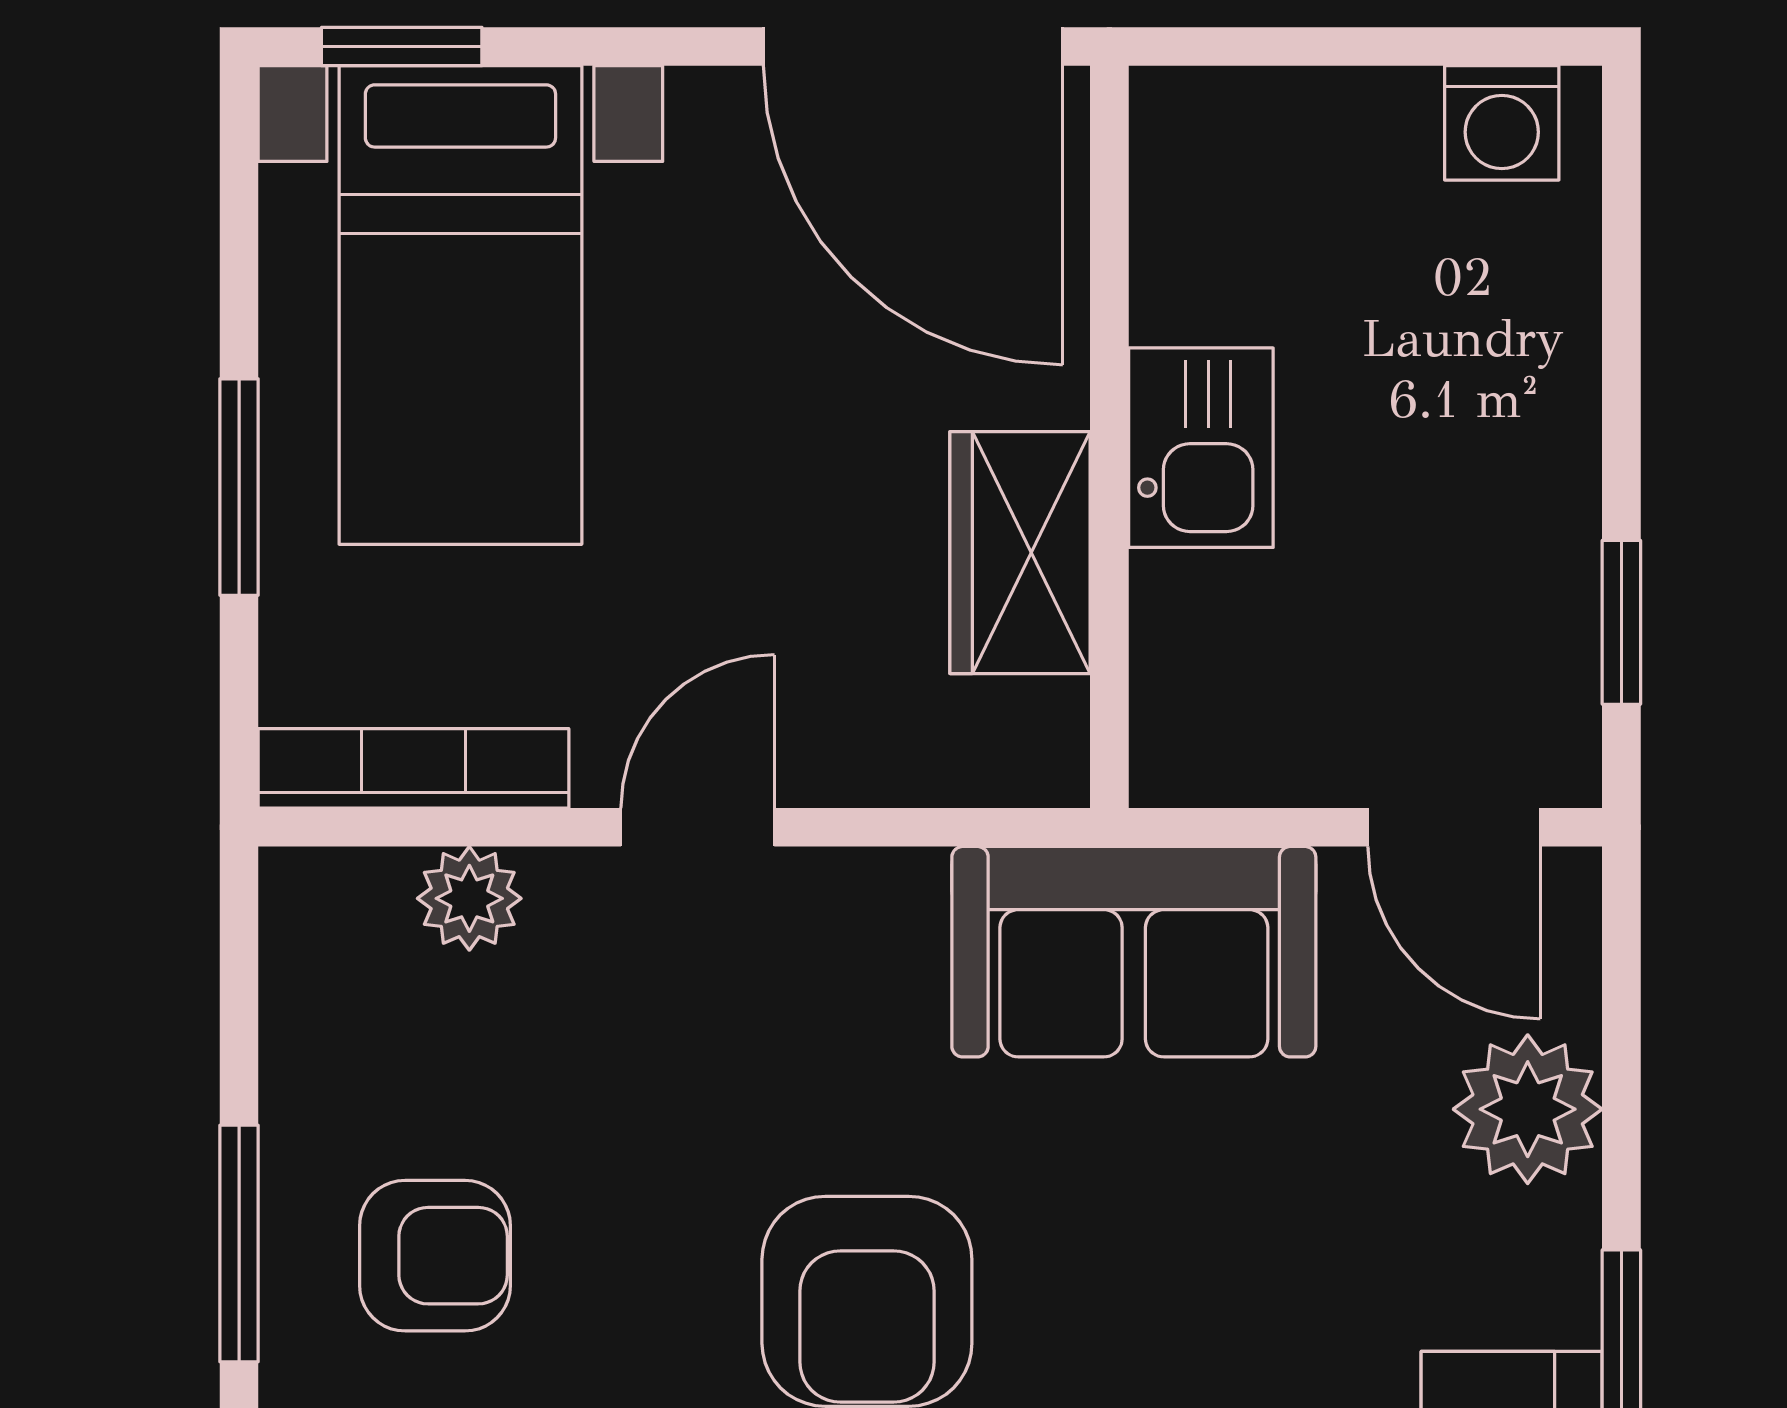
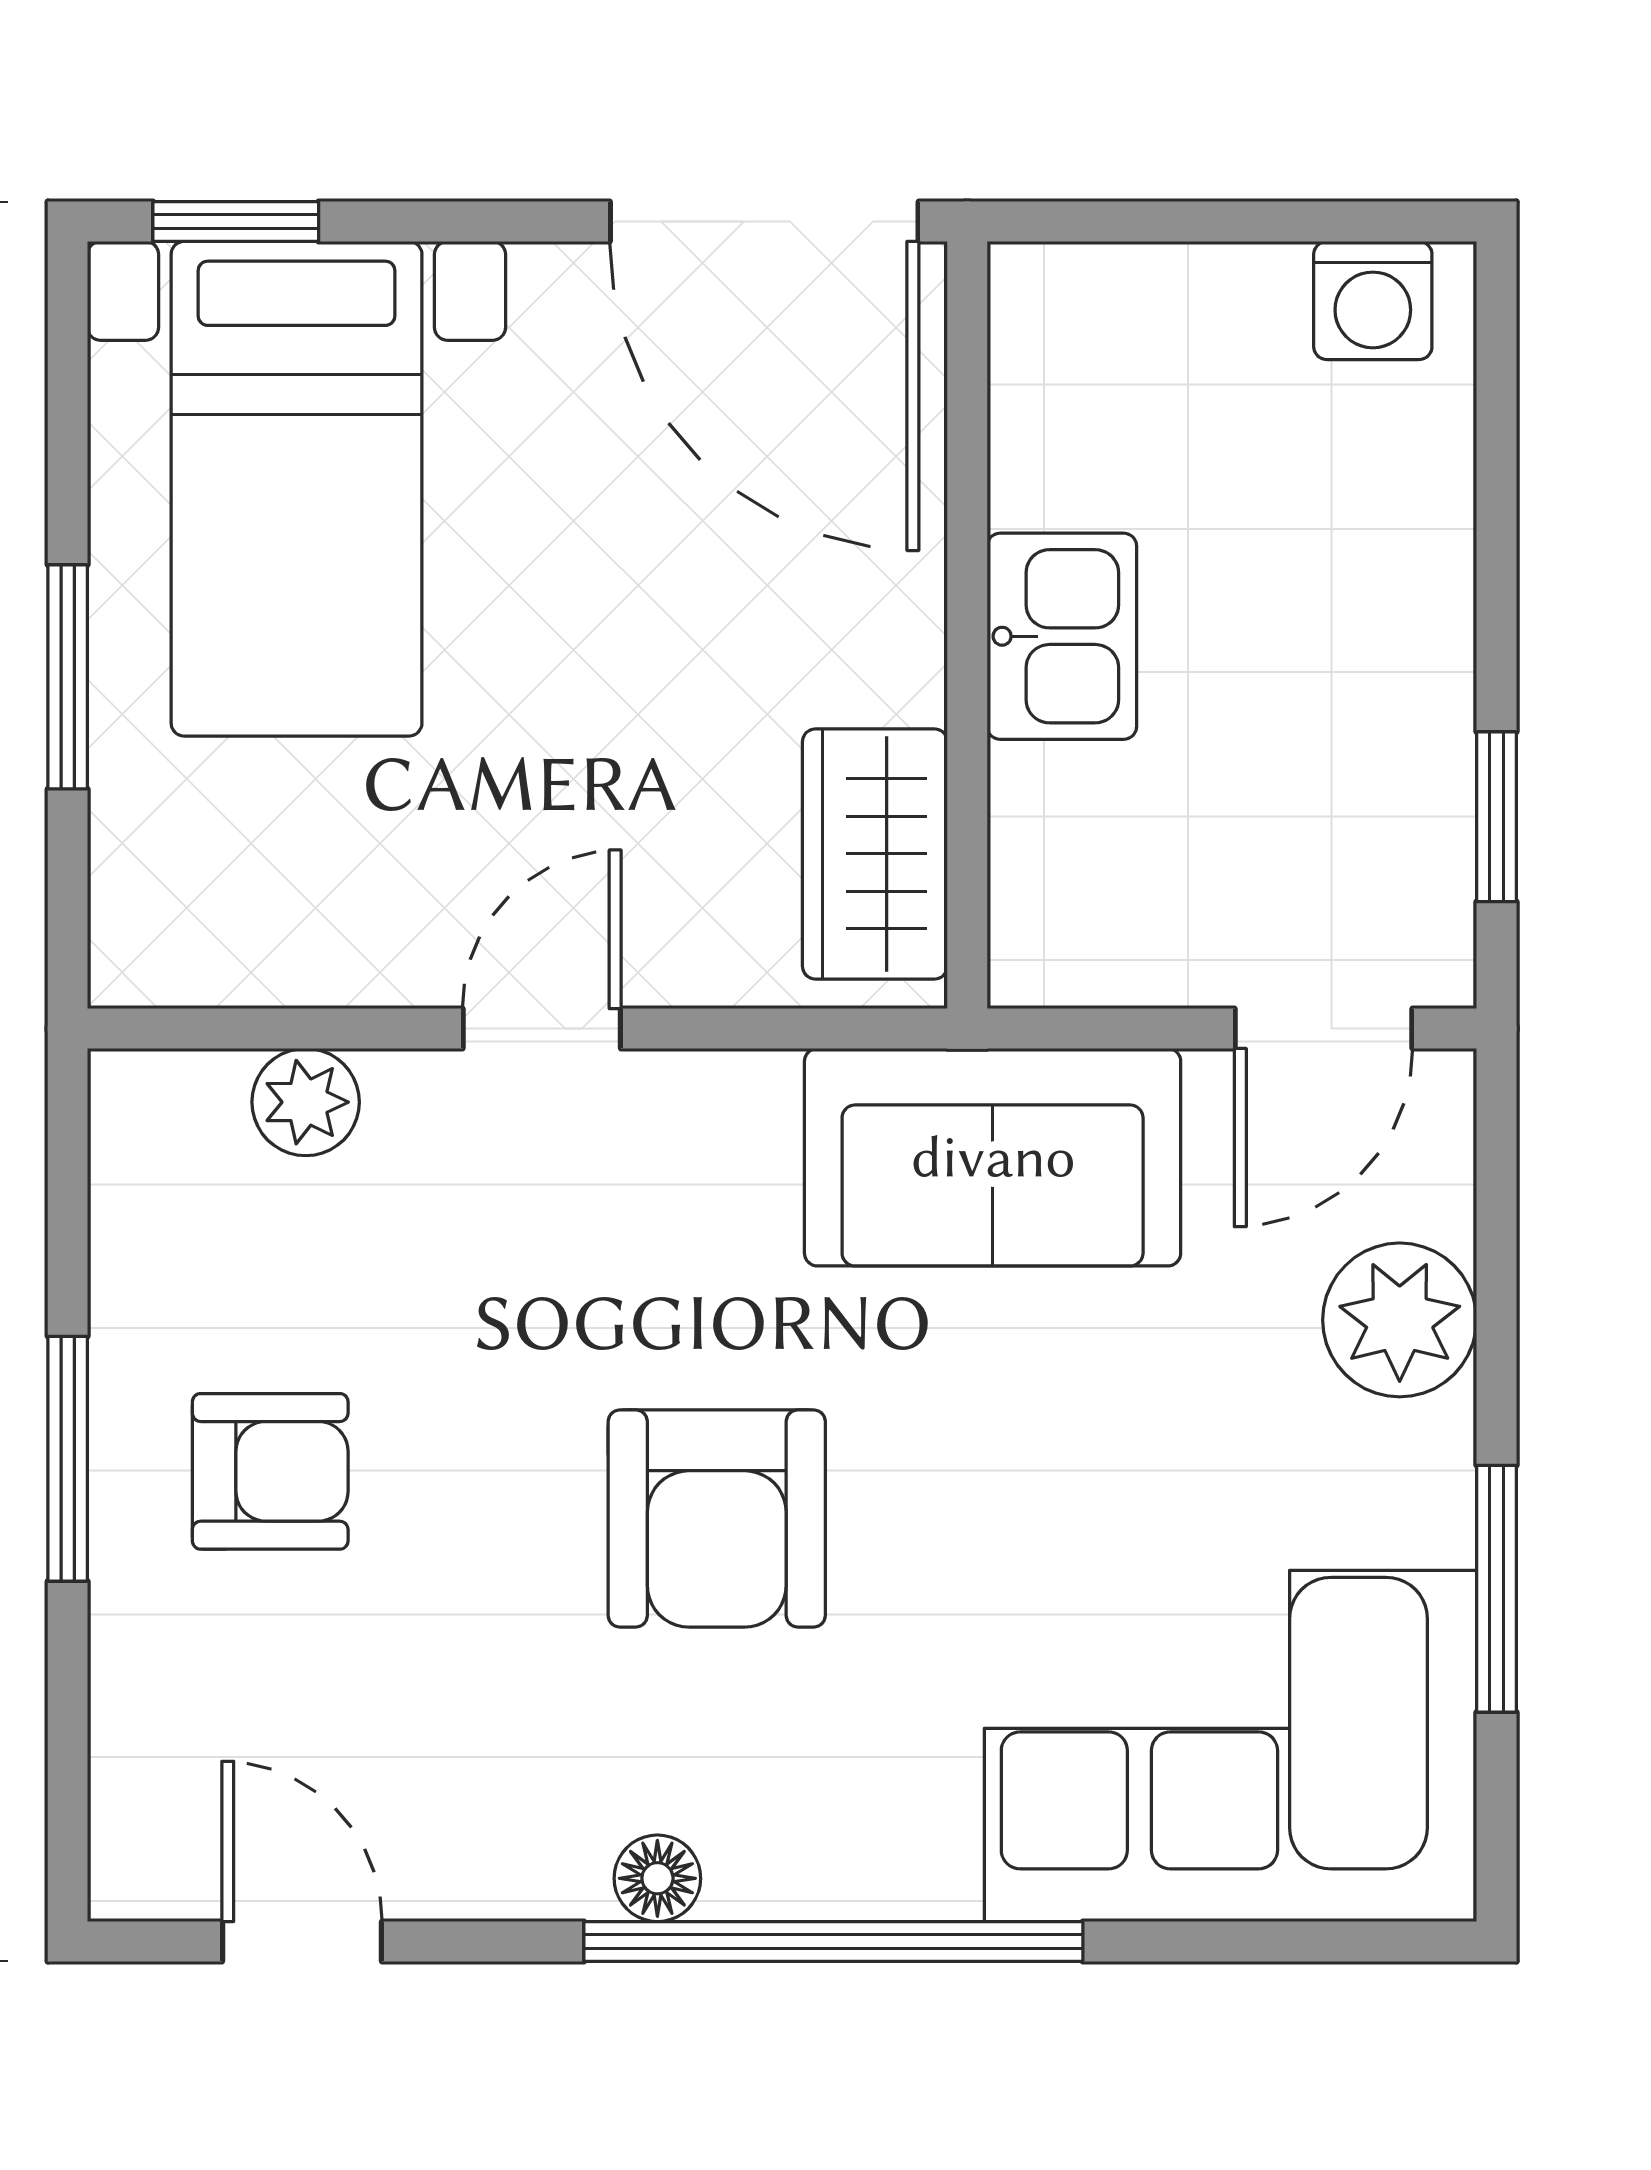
wardrobe: (1020, 553) -> (875, 854), moved
bookcase: (414, 768) -> (248, 968), removed
door: (1454, 827) -> (1324, 1029), hinge flipped

